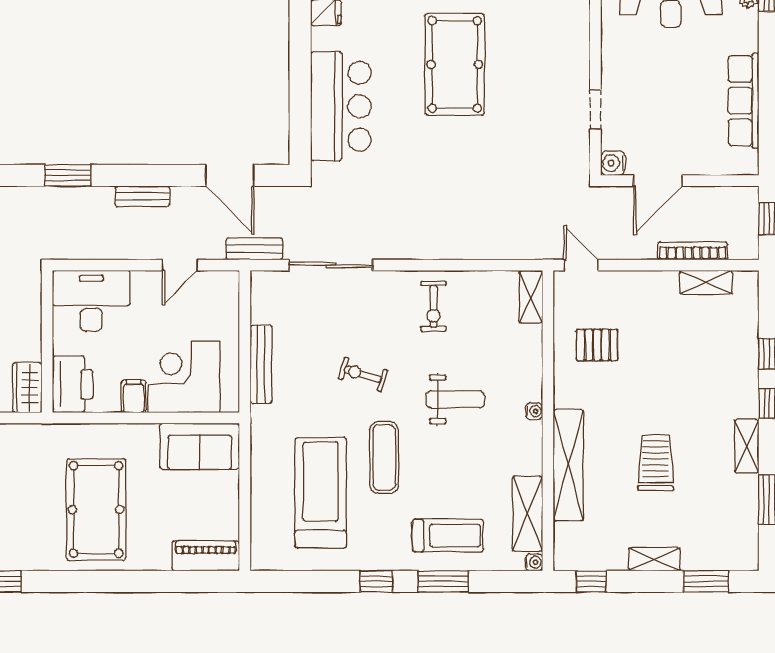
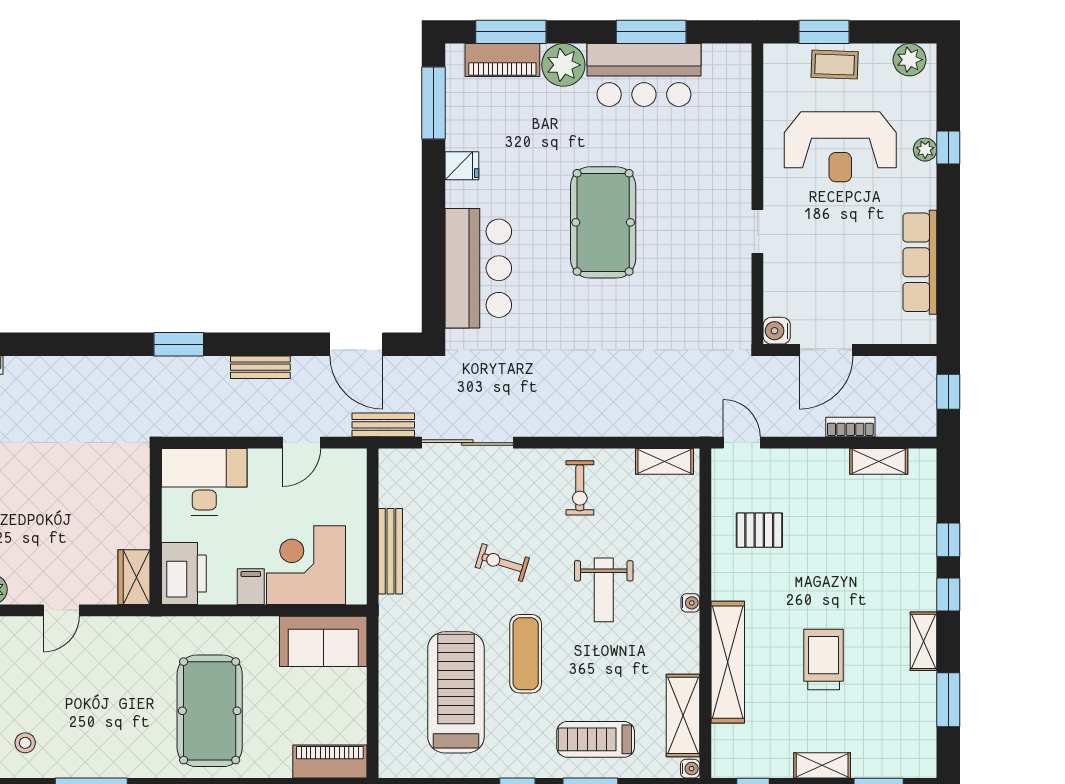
doorway: (595, 109) -> (757, 231), moved
bookcase: (693, 251) -> (850, 427), width x0.64
shelving: (531, 297) -> (664, 461), moved, turned 90
weight bench: (455, 399) -> (604, 590), turned 90
treadmill: (448, 536) -> (596, 739), turned 180

